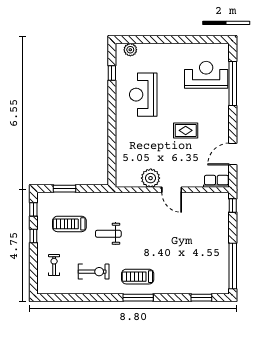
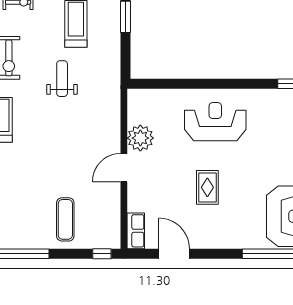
reception desk: (143, 95) -> (215, 122), moved
exercise mat: (208, 231) -> (65, 219), added

